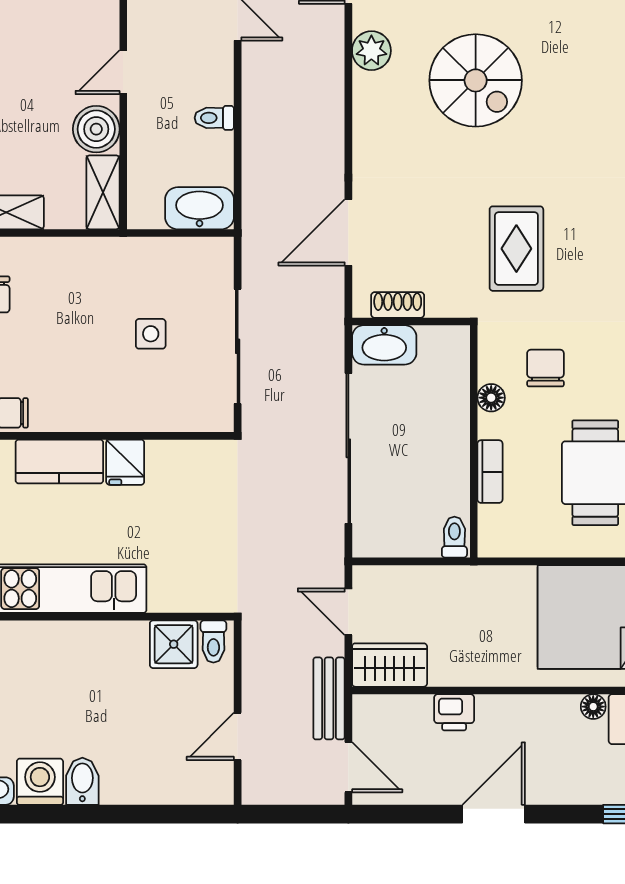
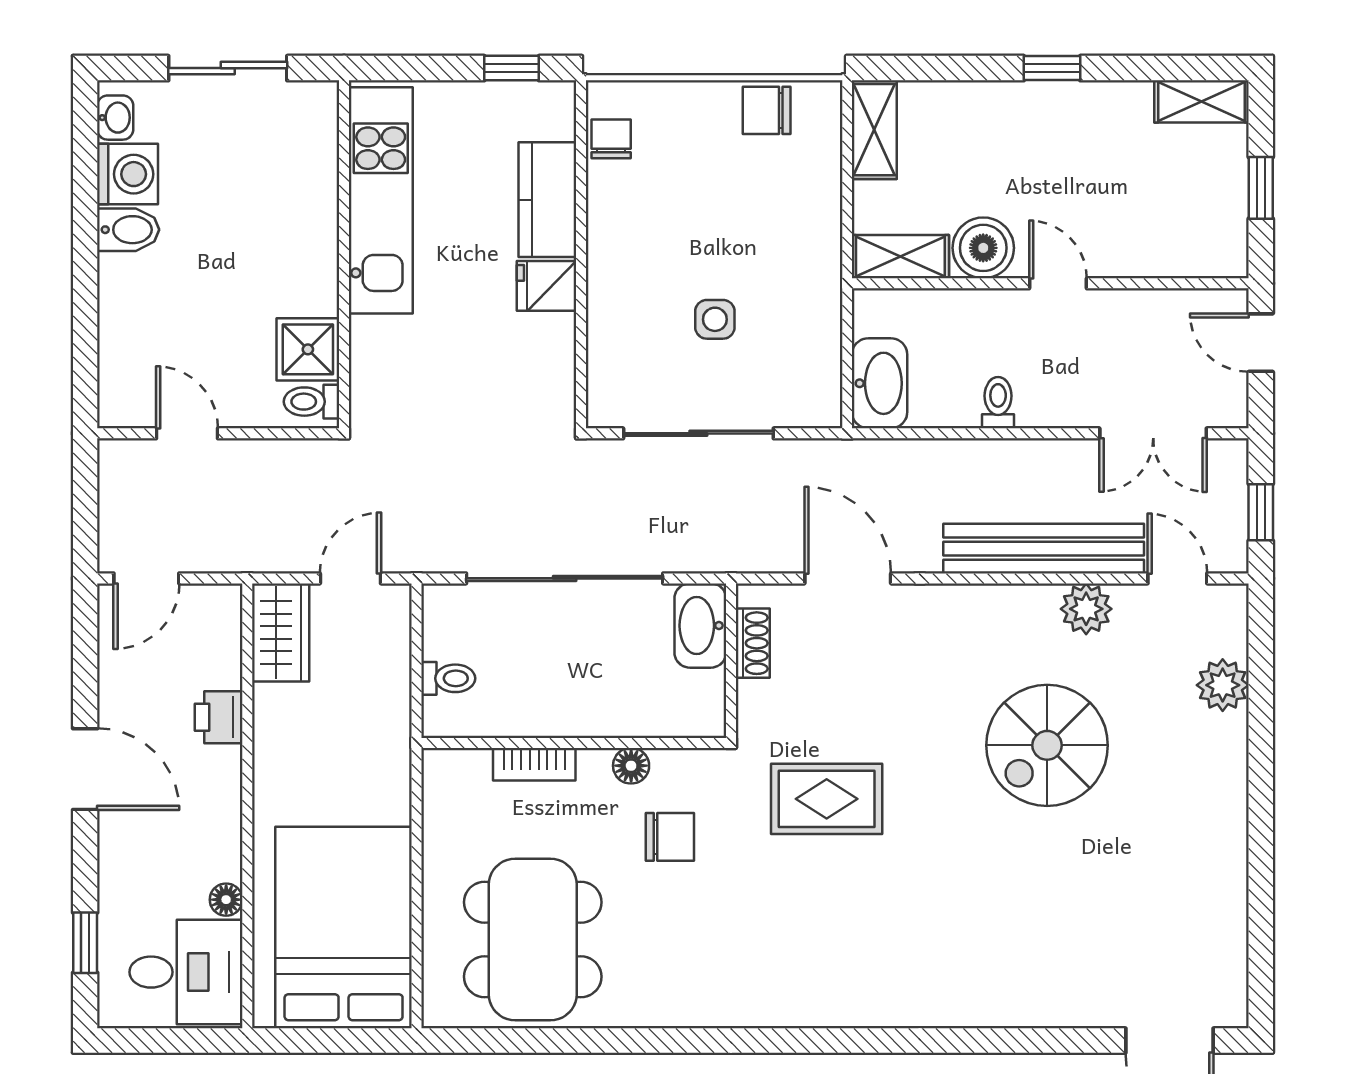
toilet: (454, 537) -> (448, 678), moved
bench: (329, 698) -> (1044, 549), moved, width x1.86, depth x1.21

